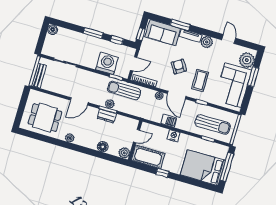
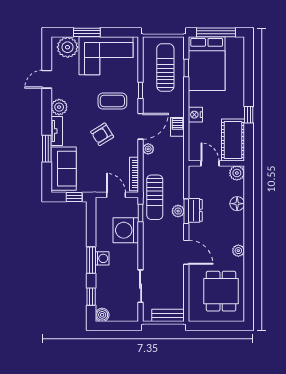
window: (117, 40) -> (91, 297), moved
washing machine: (92, 41) -> (102, 258), added
bed: (203, 168) -> (207, 64), moved

